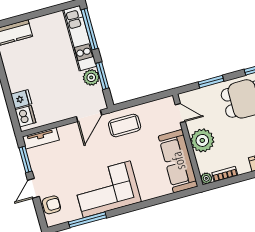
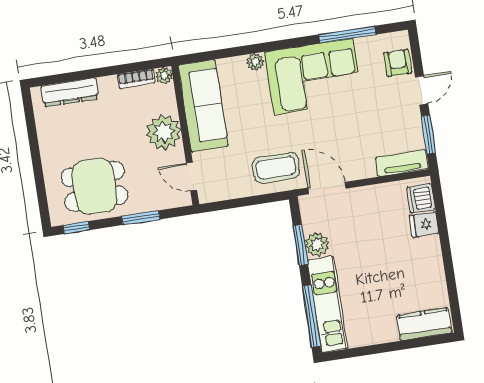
door: (89, 116) -> (327, 188), hinge flipped
plant: (147, 195) -> (255, 62), added
armchair: (51, 205) -> (398, 63), turned 90

